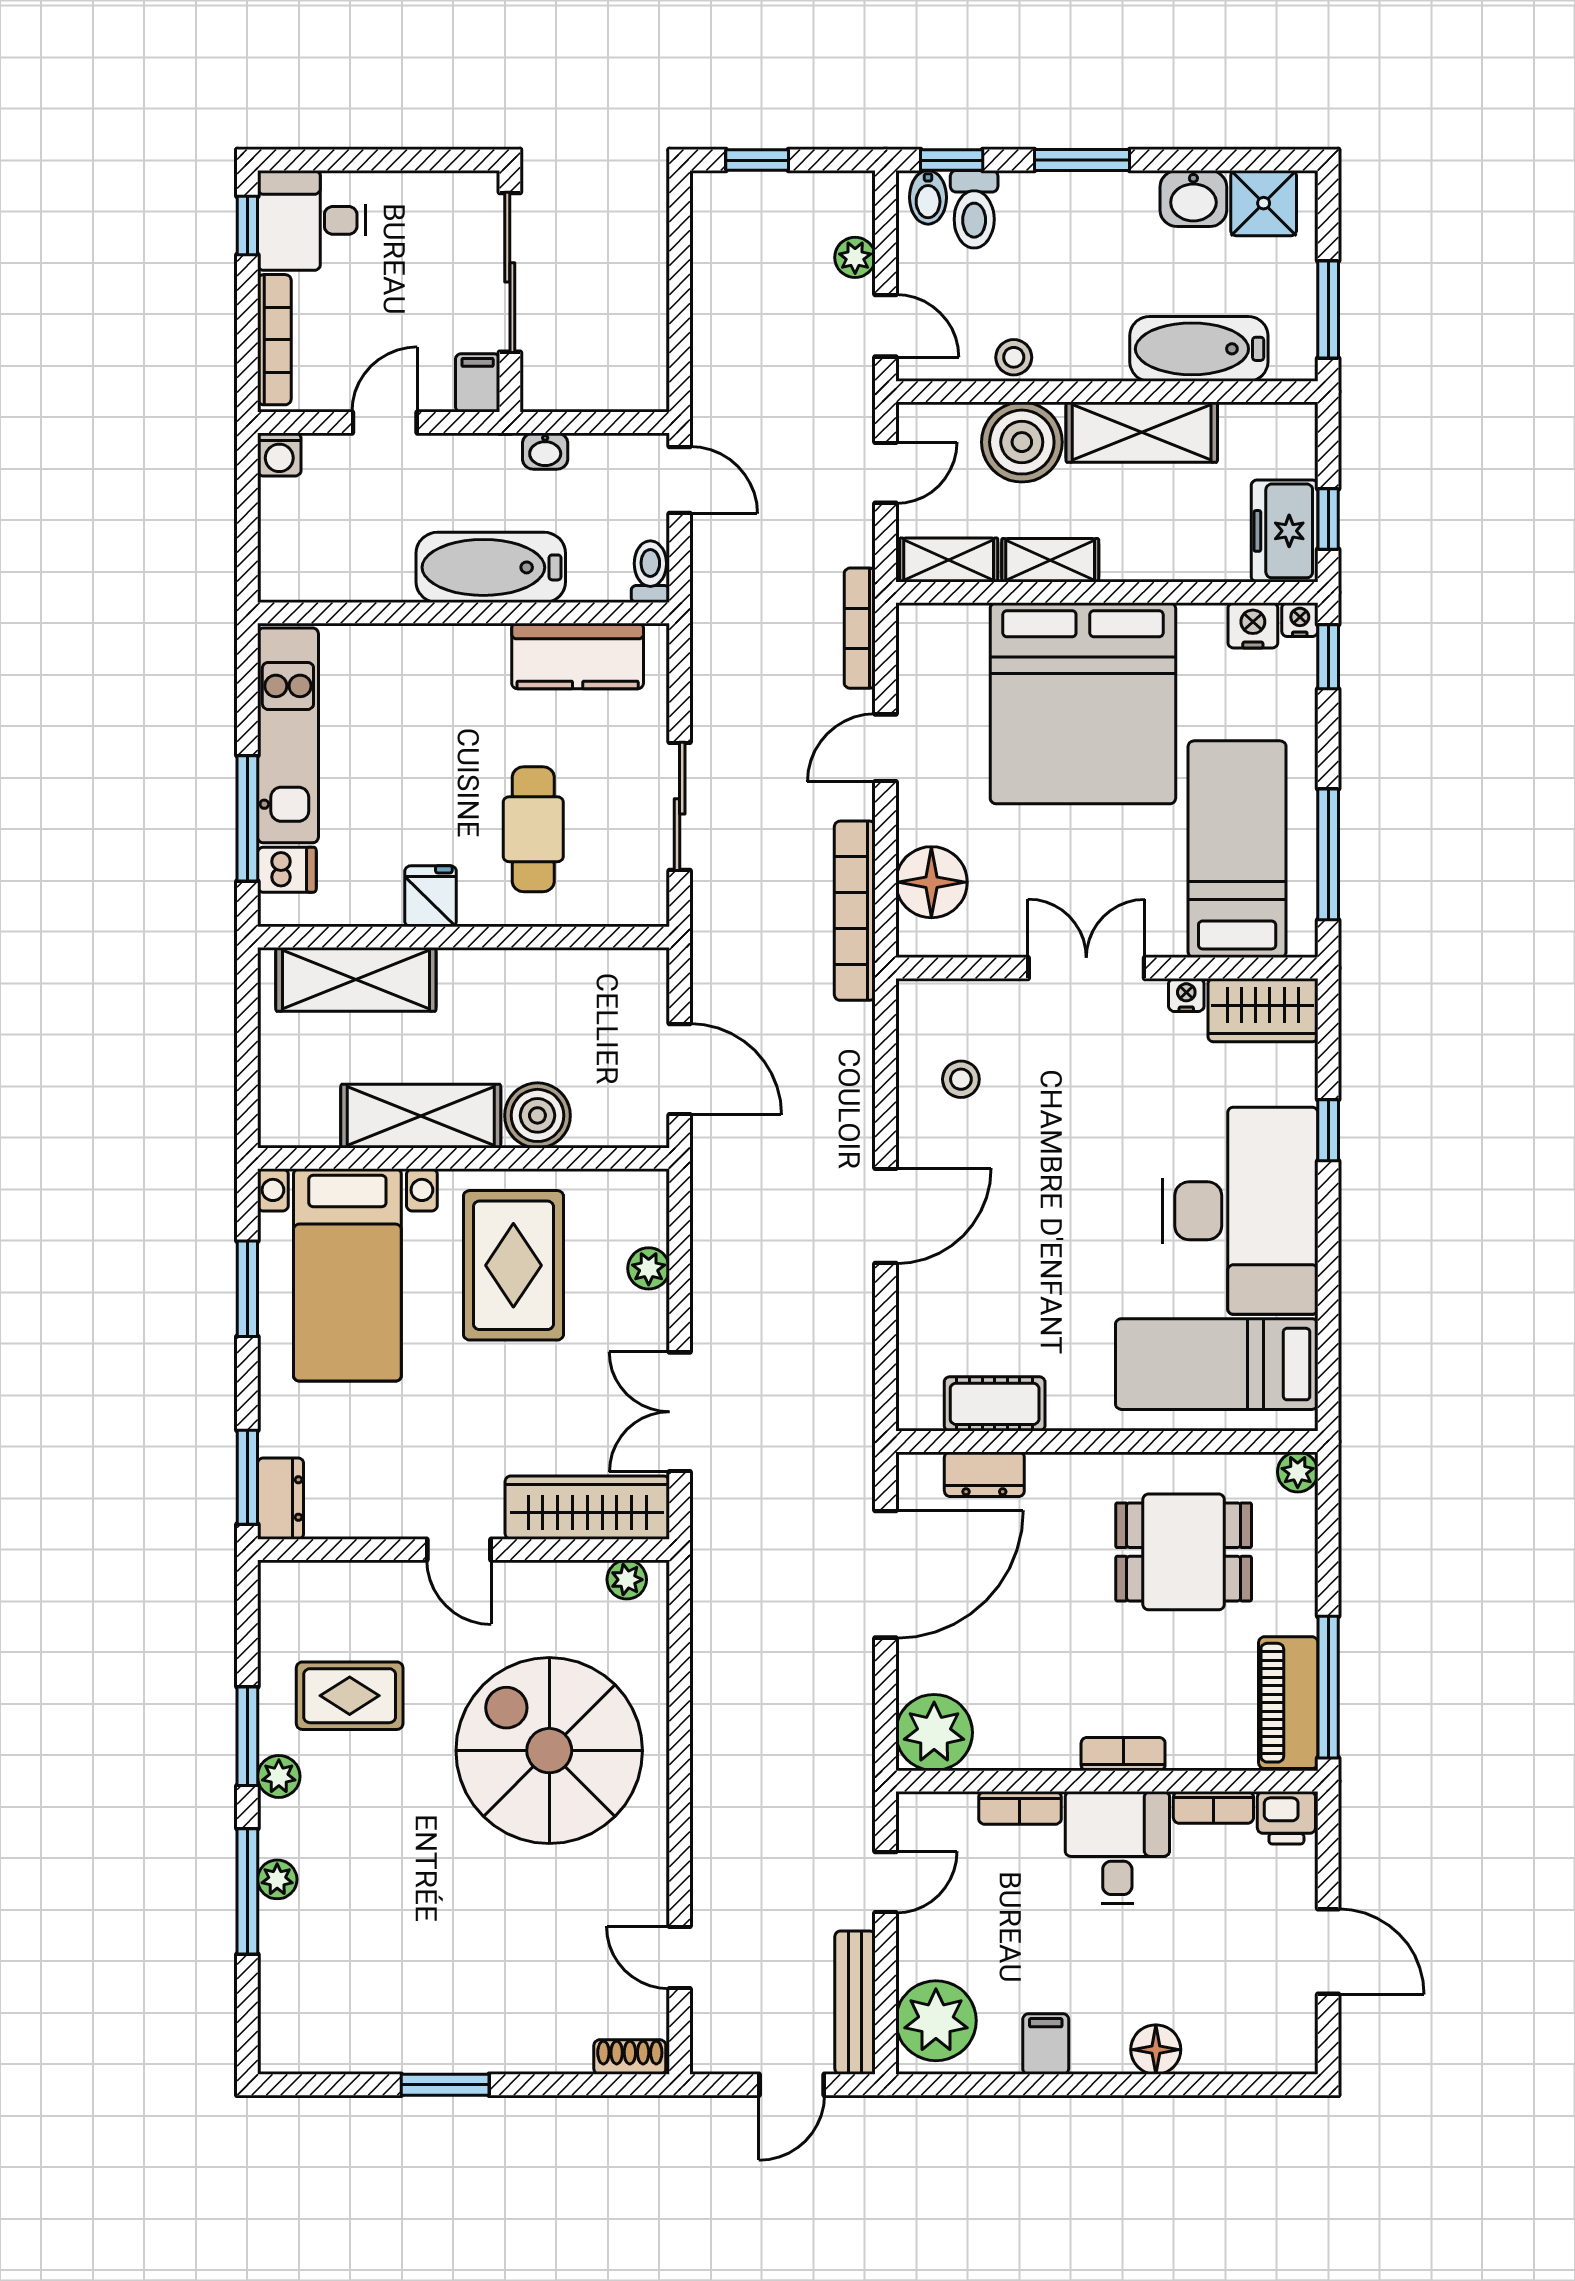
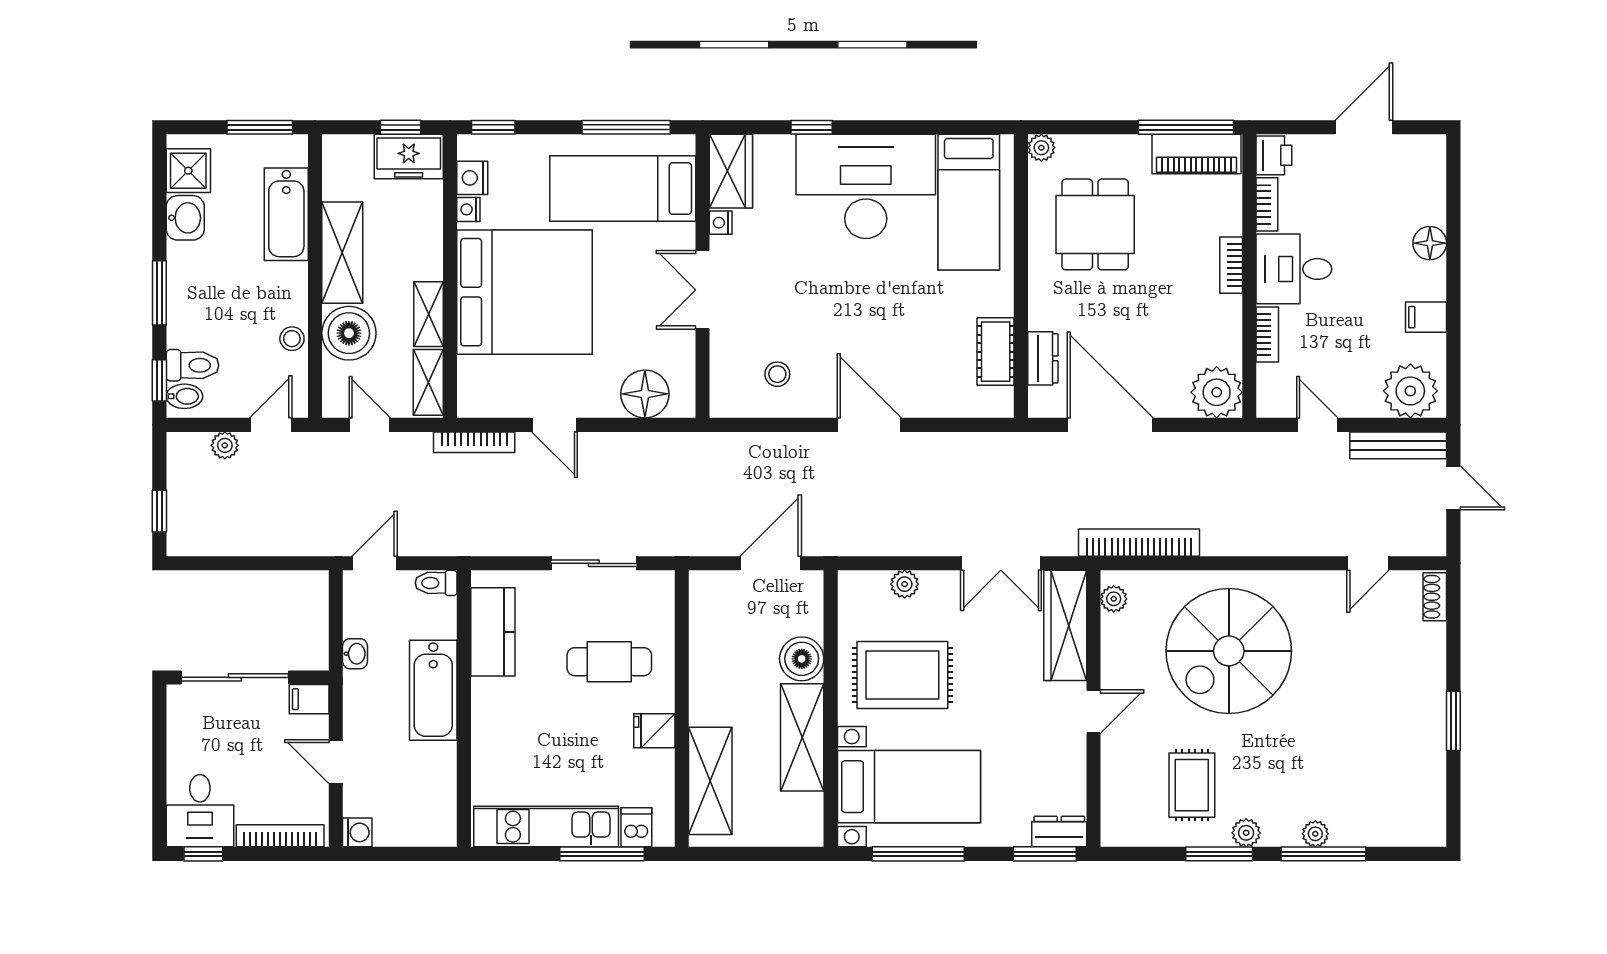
nightstand: (1300, 620) -> (468, 209), moved
bookcase: (855, 911) -> (1139, 543), moved, turned 180
window: (247, 1289) -> (918, 854), width x1.44

